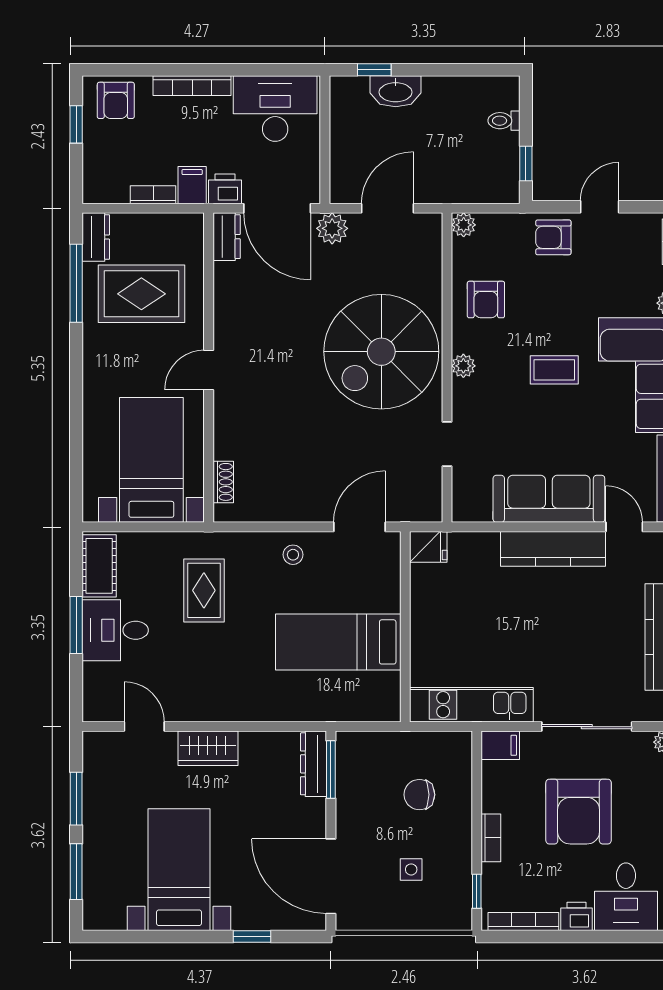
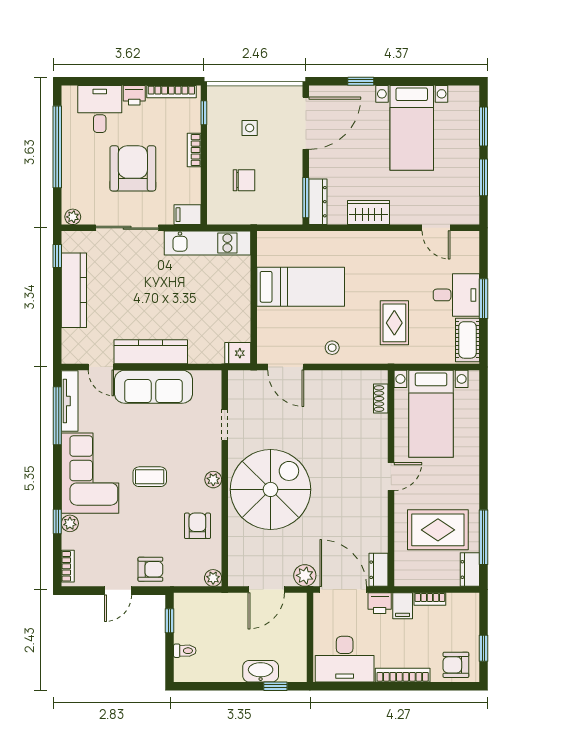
armchair: (116, 100) -> (456, 665), turned -90
door: (359, 527) -> (286, 367), hinge flipped
wardrobe: (208, 748) -> (369, 213), moved
door: (331, 876) -> (306, 123), hinge flipped

